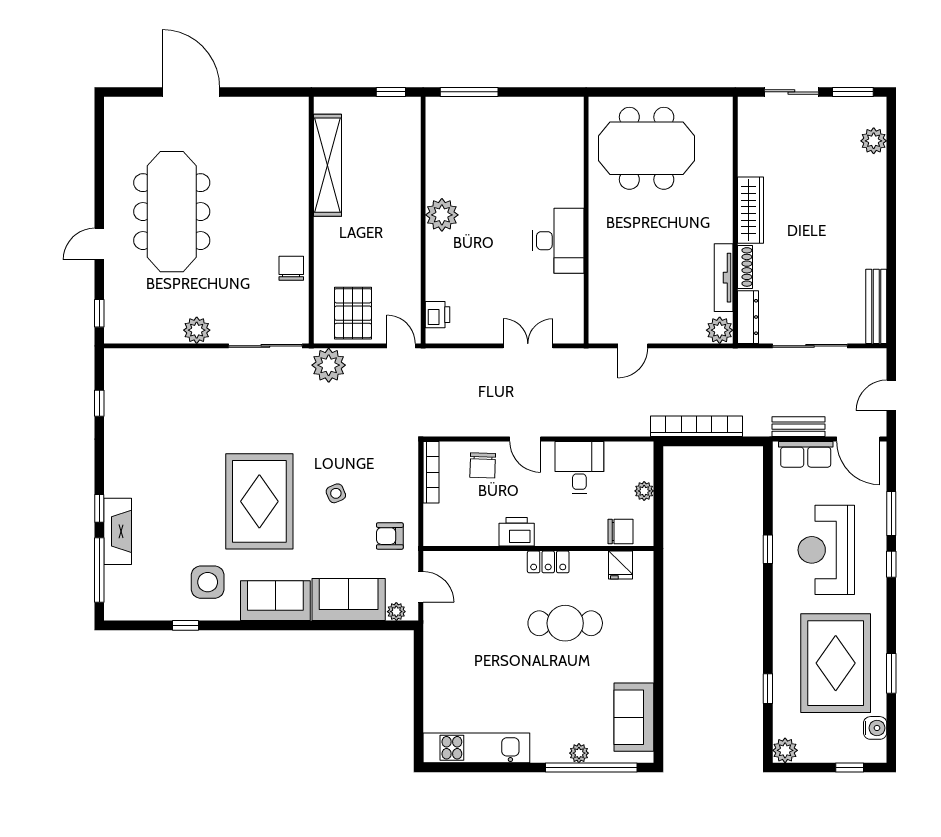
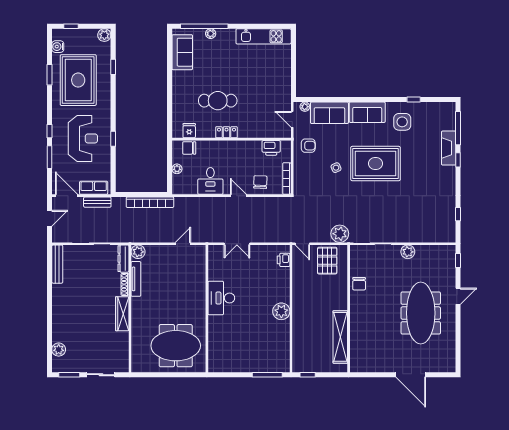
rug: (259, 501) -> (376, 164), turned 90
printer: (517, 532) -> (271, 148), moved

